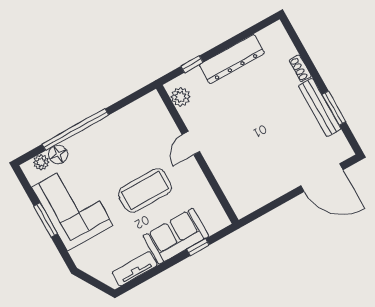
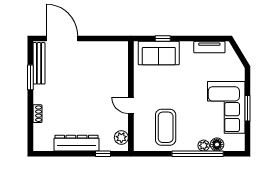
bench: (320, 107) -> (39, 63), moved
door: (191, 143) -> (131, 105), swing flipped
plant: (41, 162) -> (204, 146), moved
coffee table: (145, 190) -> (166, 127), moved, turned 90
sofa: (176, 236) -> (159, 53), moved

